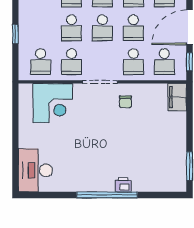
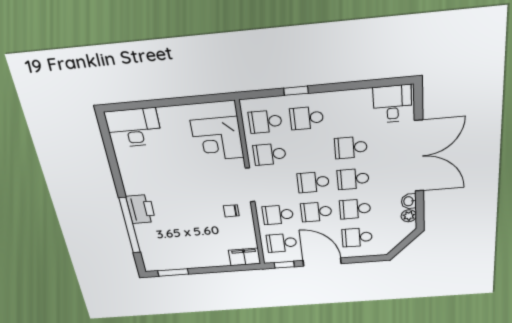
school desk: (71, 28) -> (307, 118), moved
printer: (123, 185) -> (141, 209), width x1.87, depth x1.48
window: (107, 195) -> (130, 226), moved

